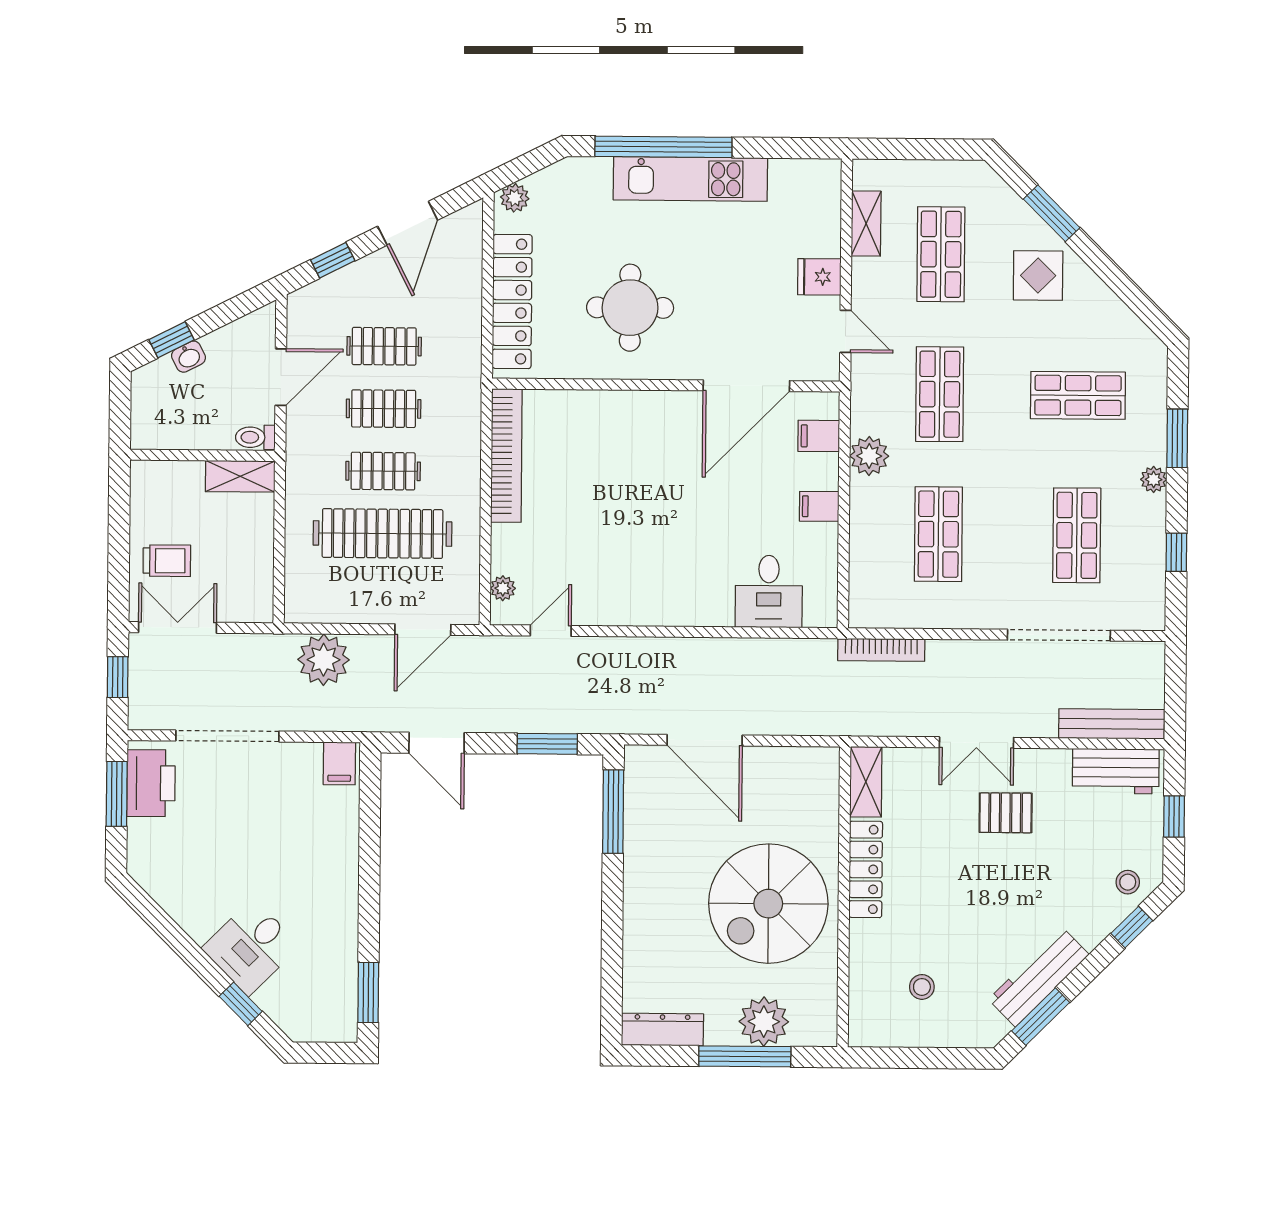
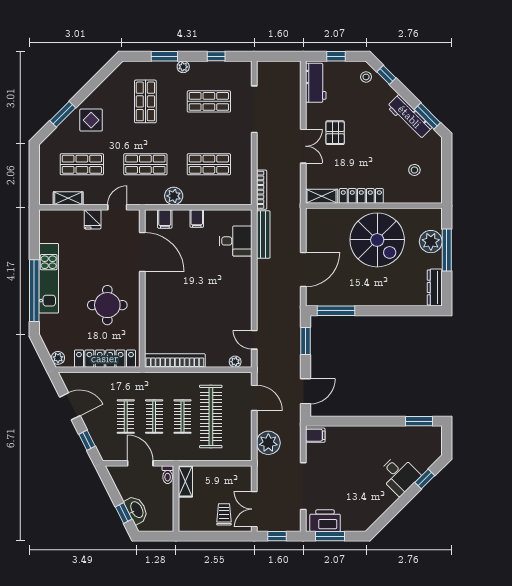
washbasin: (189, 357) -> (136, 510), width x1.91, depth x1.45
bench: (1112, 724) -> (263, 235), moved

